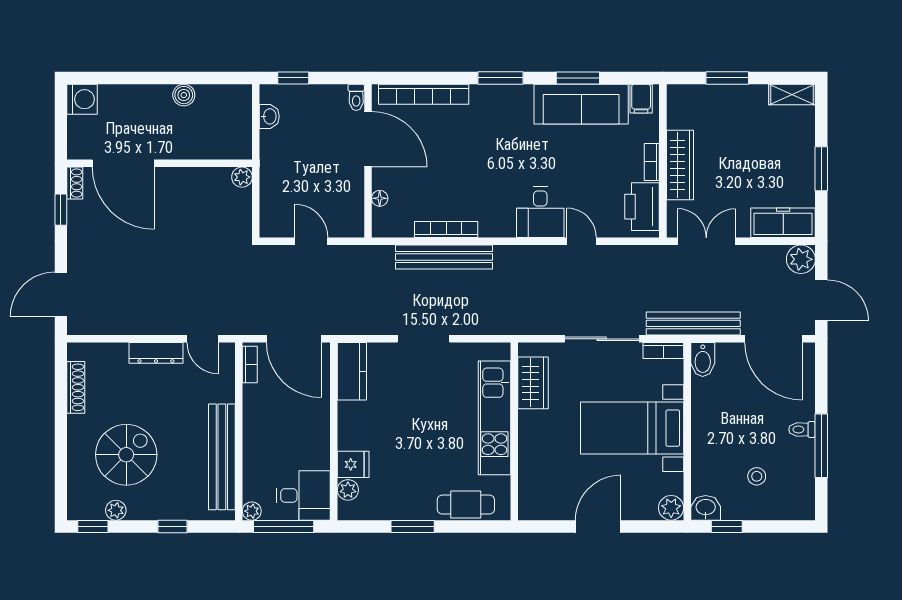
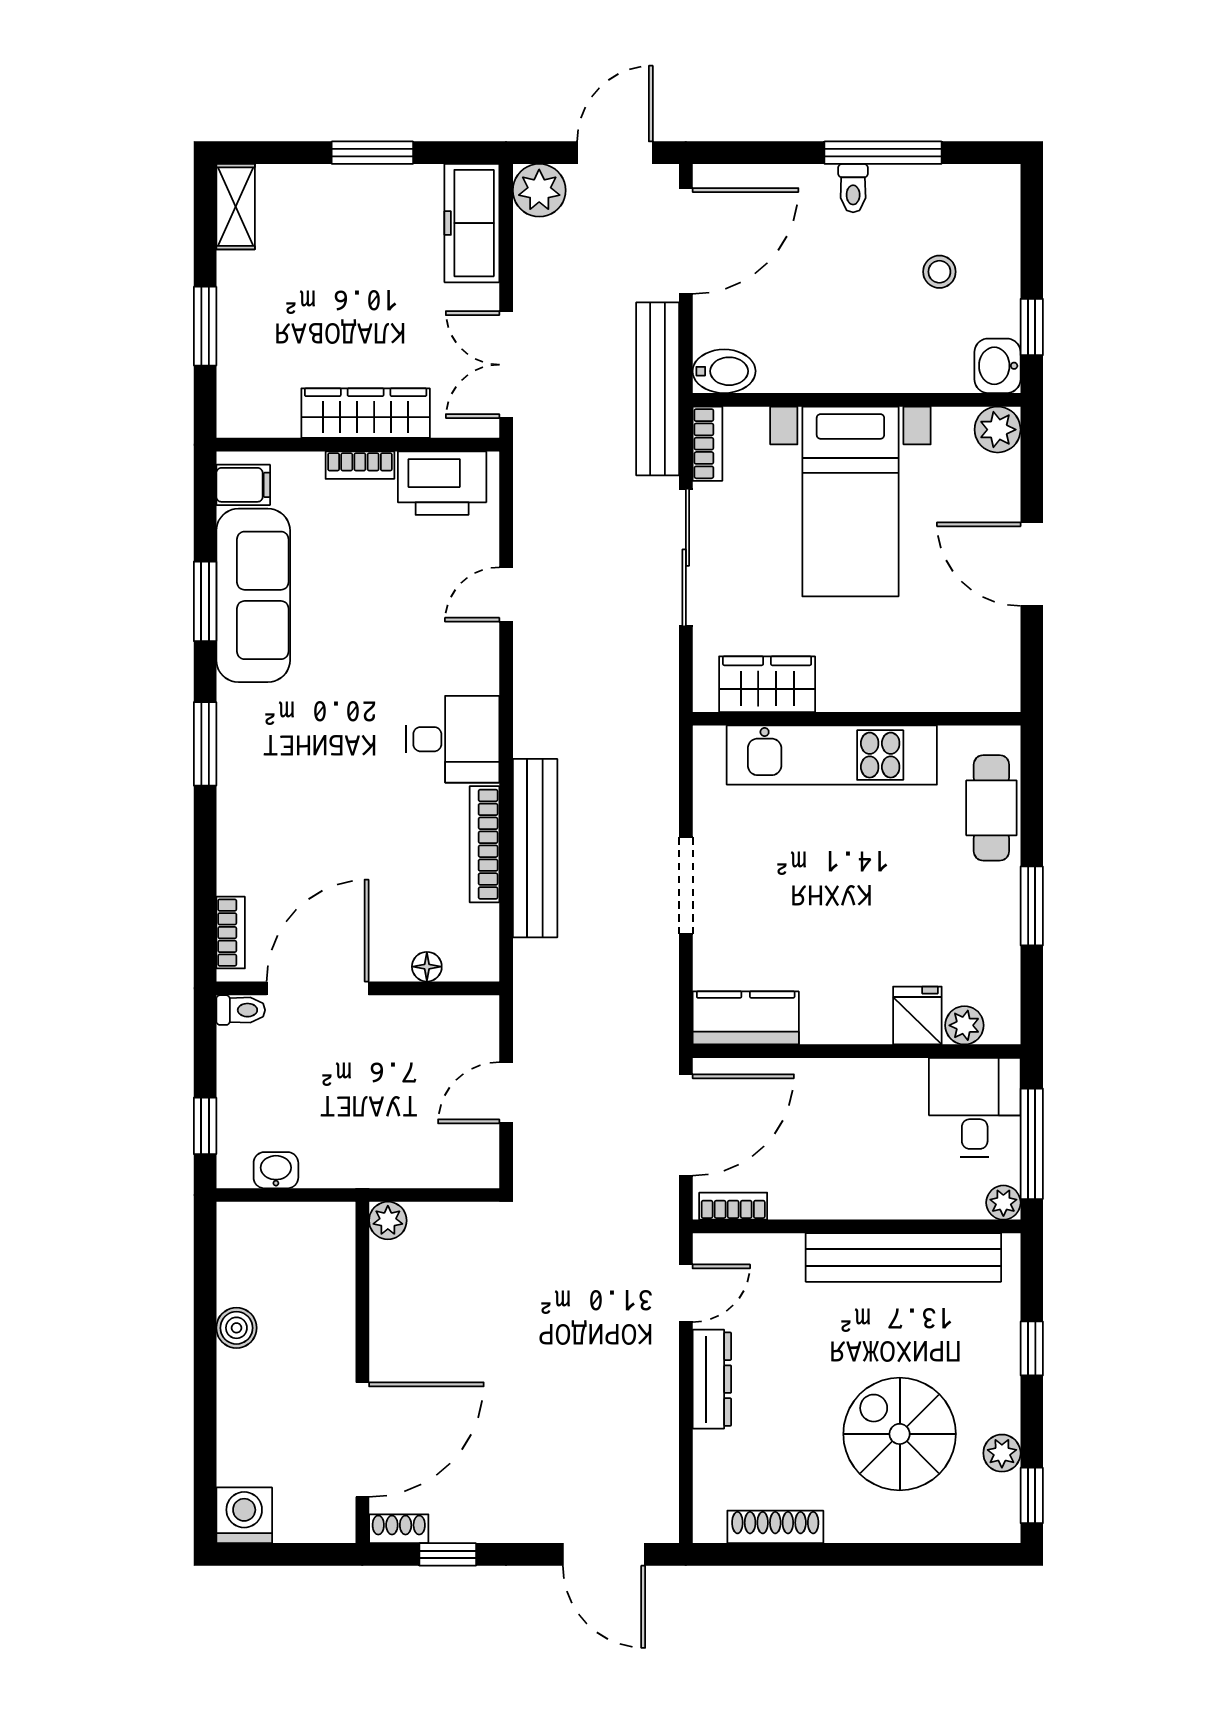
bookcase: (424, 94) -> (231, 933), width x0.43, depth x0.76
desk: (540, 212) -> (453, 739), moved

